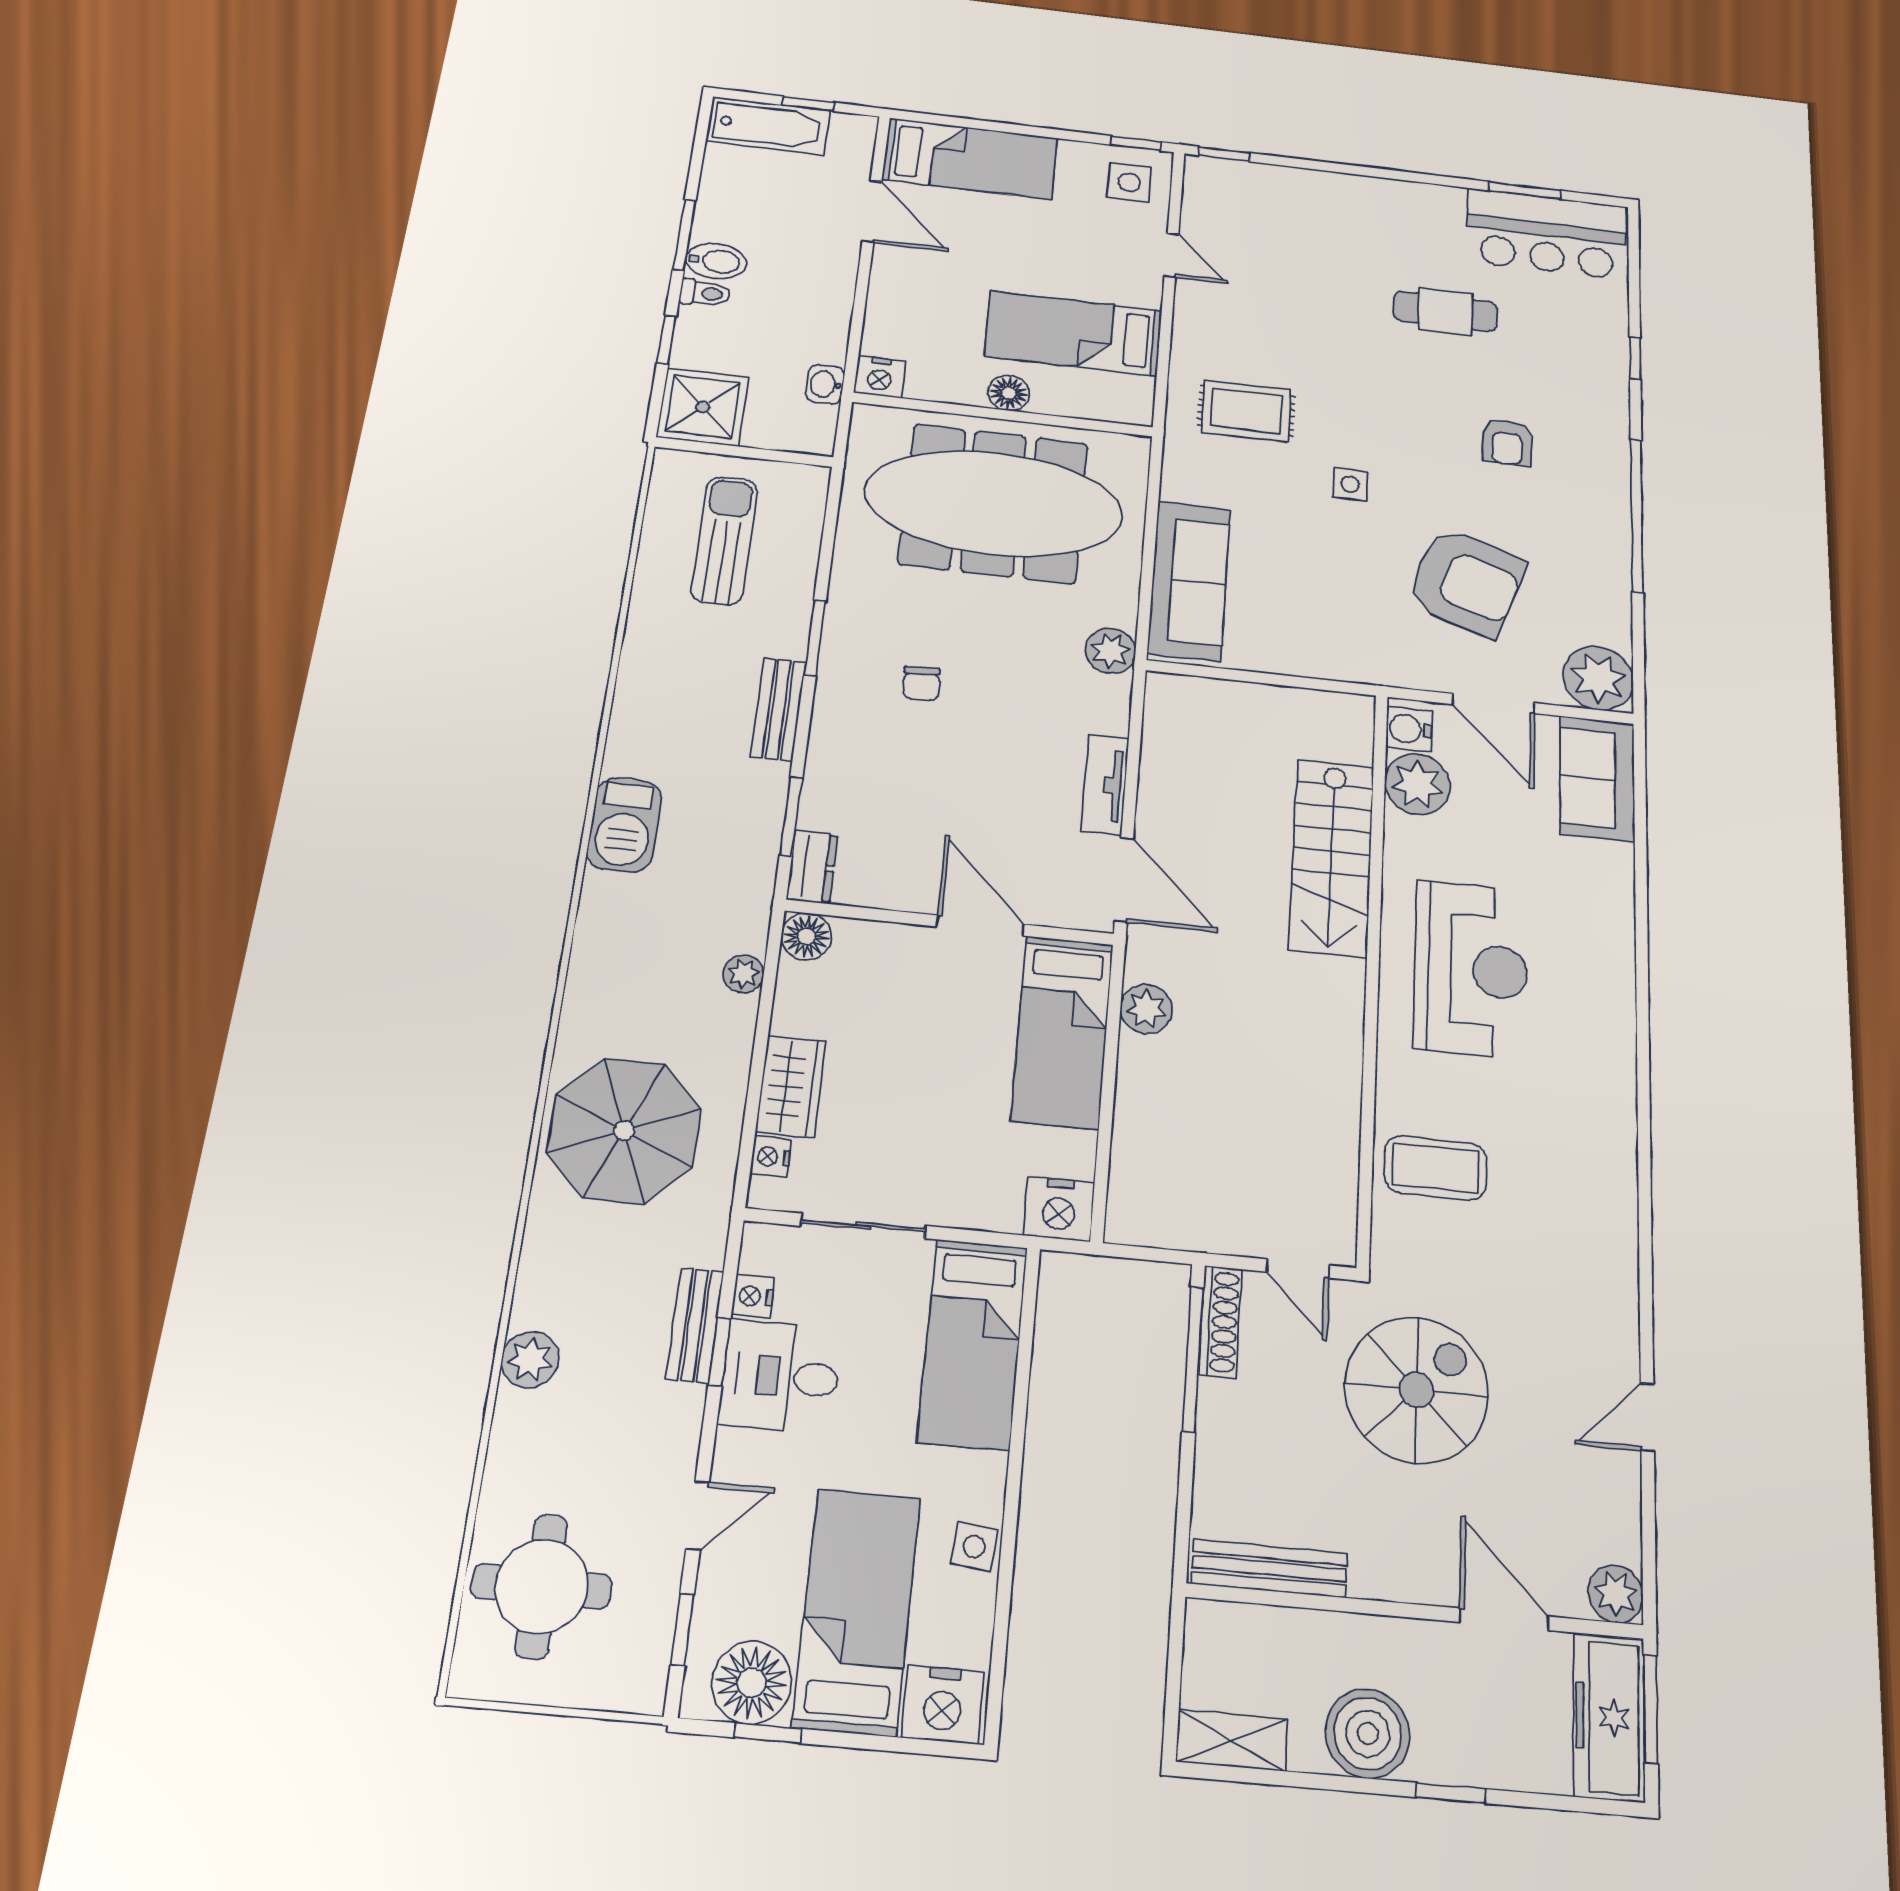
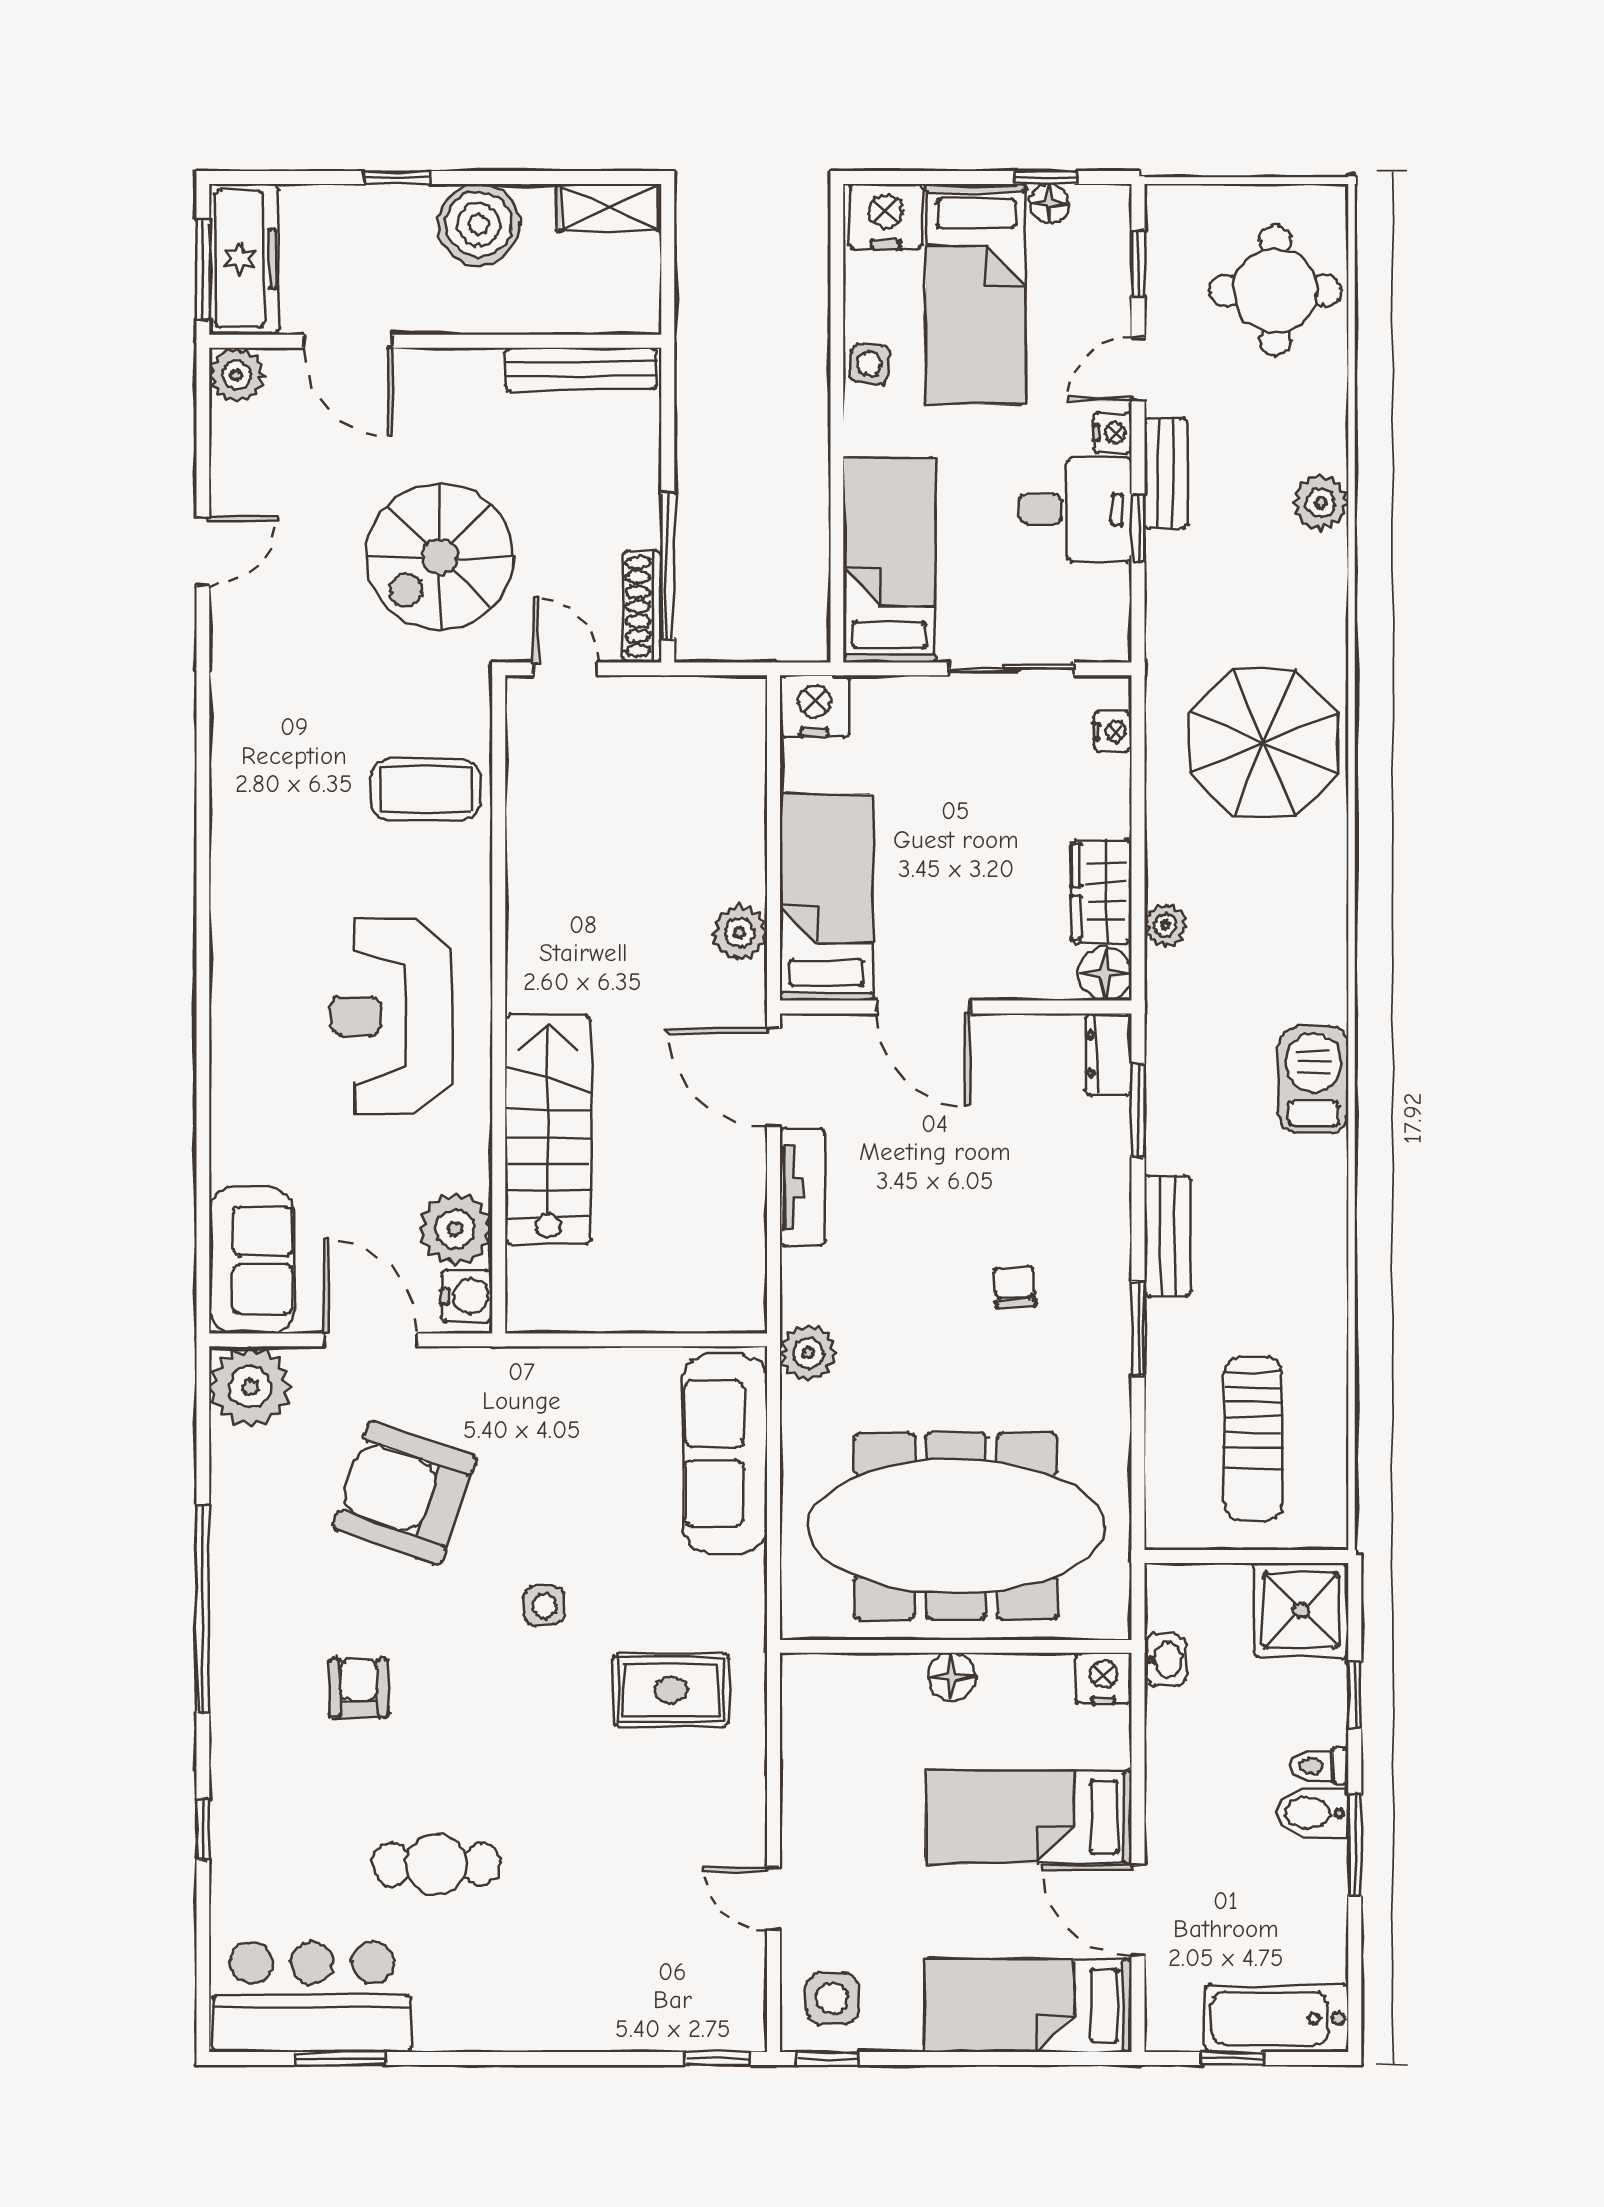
bed: (1073, 333) -> (1029, 1817), moved, turned 180
wardrobe: (791, 1087) -> (1102, 891), moved
nightstand: (753, 1296) -> (1113, 433), moved
bench: (695, 1325) -> (1166, 473), moved
floor lamp: (752, 1683) -> (1050, 204), width x0.53, depth x0.53

